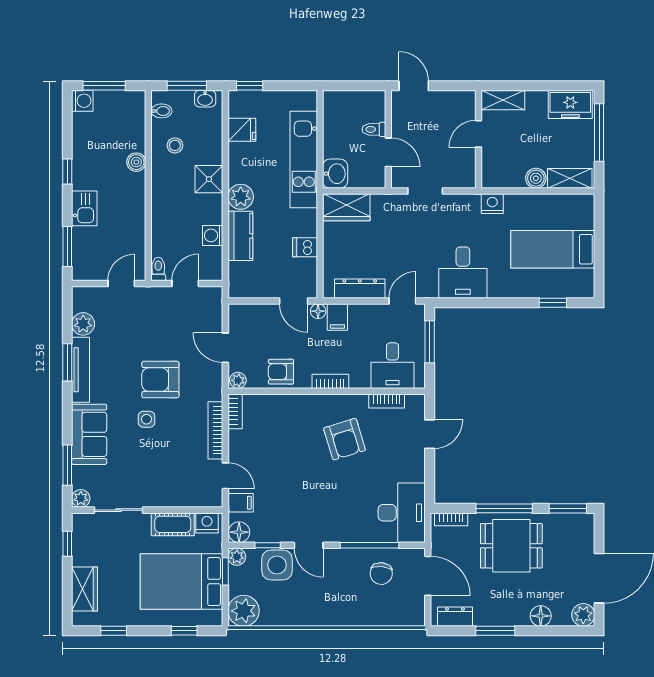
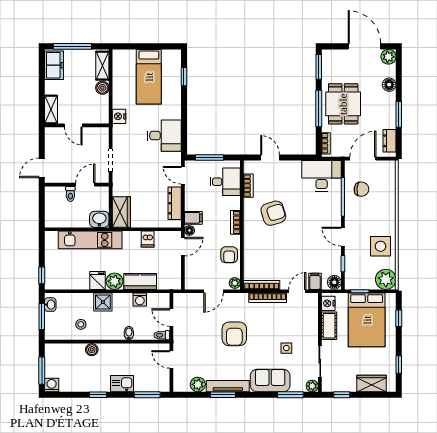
bidet: (161, 111) -> (129, 333), moved
fridge: (242, 130) -> (97, 280), moved
bookcase: (235, 411) -> (262, 285), width x1.56
side table: (146, 419) -> (286, 348), moved
door: (309, 545) -> (343, 237), swing flipped
plant: (237, 557) -> (350, 284), removed
side table: (277, 565) -> (380, 246), moved

